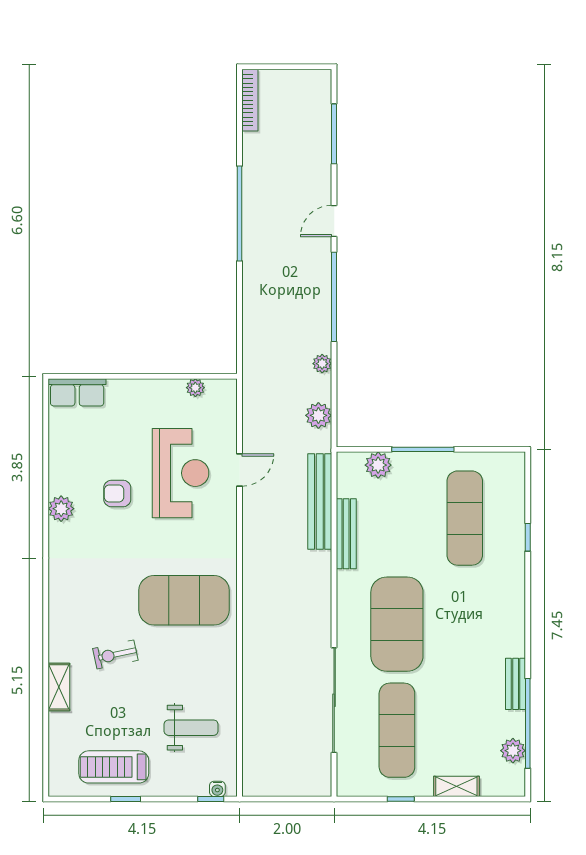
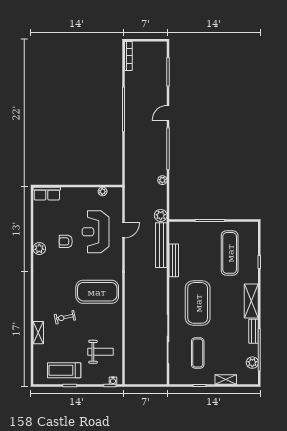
plant: (318, 415) -> (161, 215), moved
plant: (378, 465) -> (189, 228), removed
reception desk: (181, 473) -> (96, 232), turned 180
shelving: (511, 620) -> (251, 301), added
exercise mat: (397, 730) -> (198, 353), width x0.73, depth x0.69

